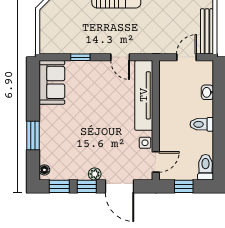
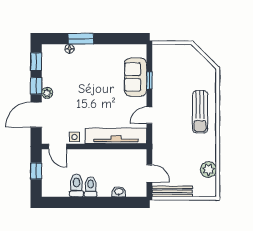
sofa: (52, 82) -> (136, 77), moved, turned 90
toilet: (206, 167) -> (76, 186), moved, turned -90
floor lamp: (44, 170) -> (70, 49), moved

